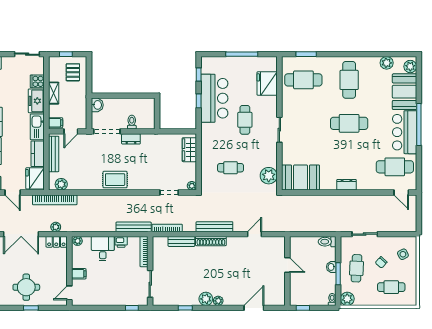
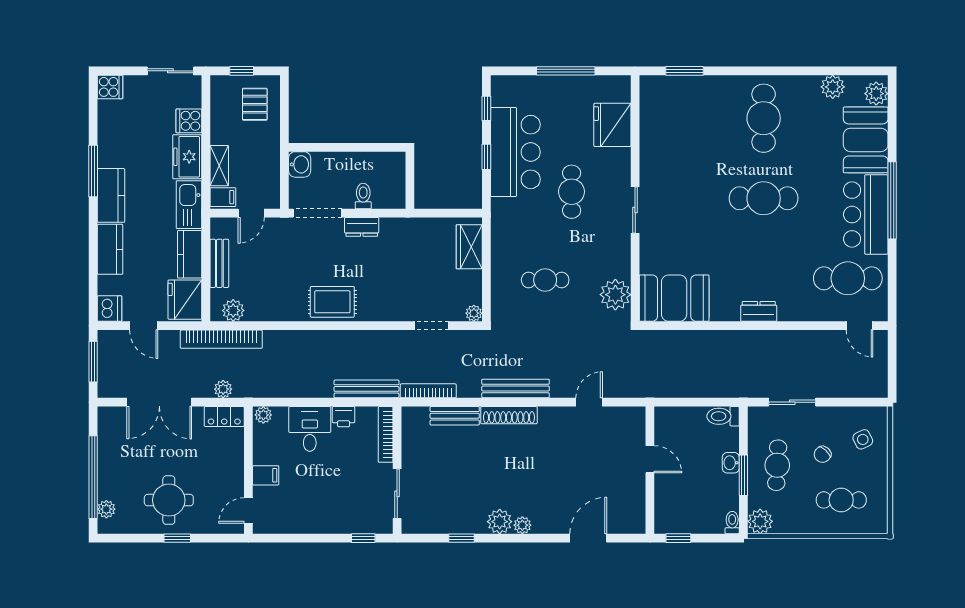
cafe table: (303, 80) -> (679, 118), removed
shelving: (54, 93) -> (219, 166), moved
bench: (54, 154) -> (219, 263), width x0.73

